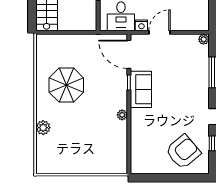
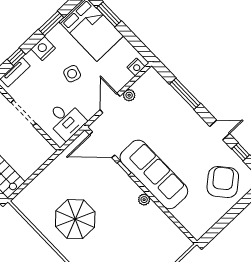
nightstand: (141, 25) -> (136, 67), moved
plant: (204, 39) -> (129, 95), moved
sofa: (141, 89) -> (154, 174), width x1.85, depth x1.27

